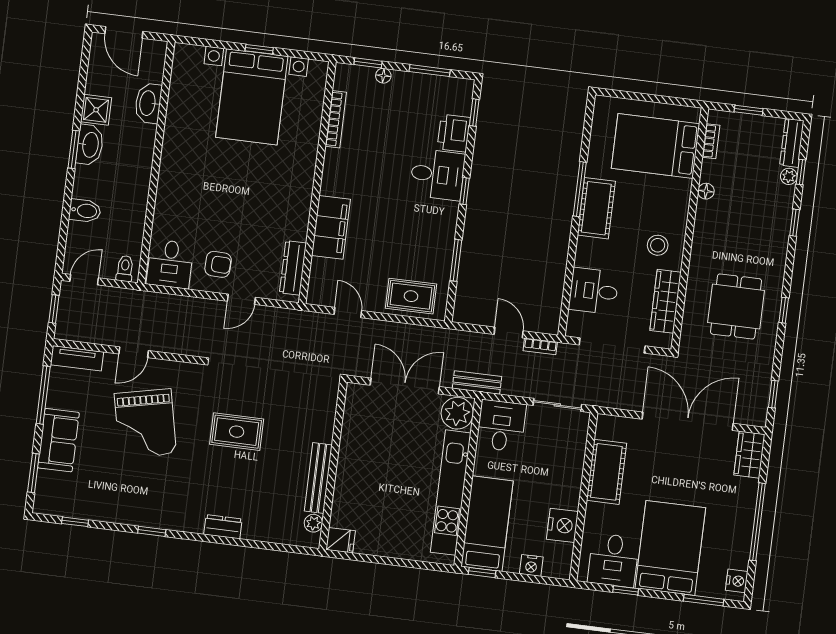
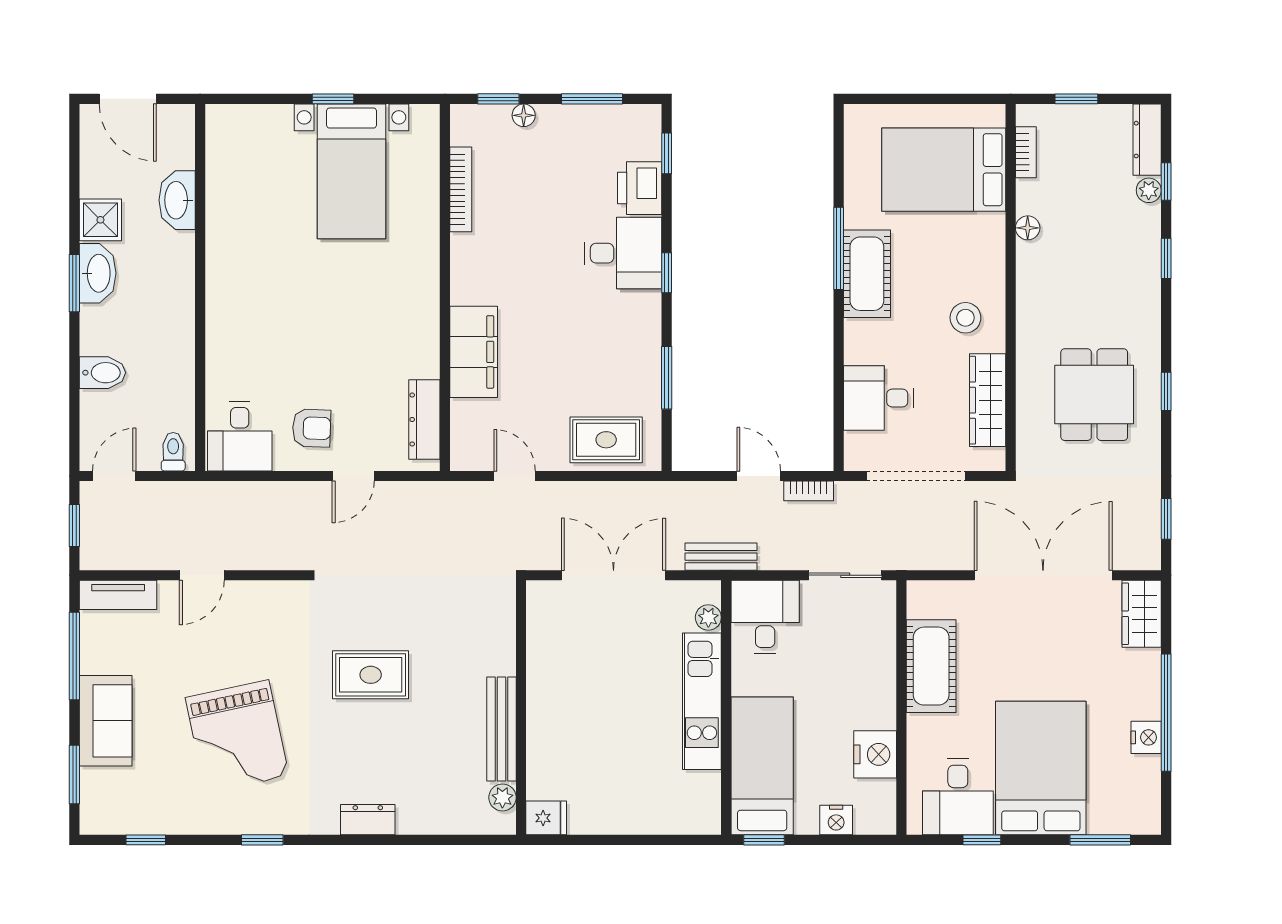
bed with nightstands: (252, 97) -> (352, 171), width x0.73
plant: (457, 413) -> (708, 617), width x0.53, depth x0.53
grand piano: (145, 424) -> (237, 737), moved
kitchen unit: (451, 493) -> (702, 701), width x0.73
nightstand: (737, 581) -> (1146, 737), moved

